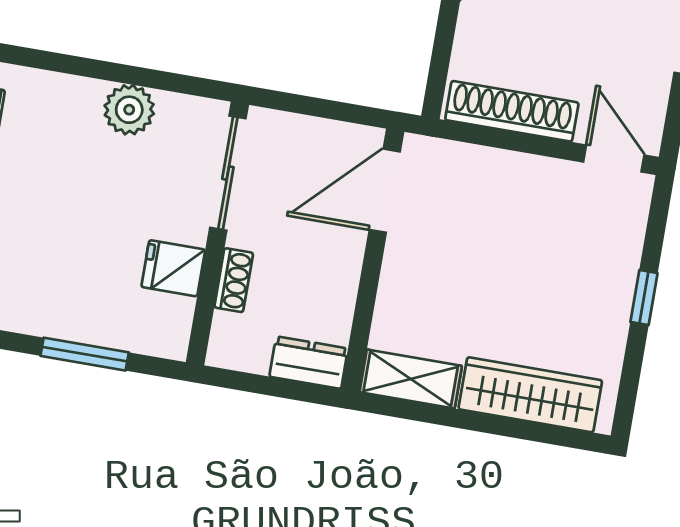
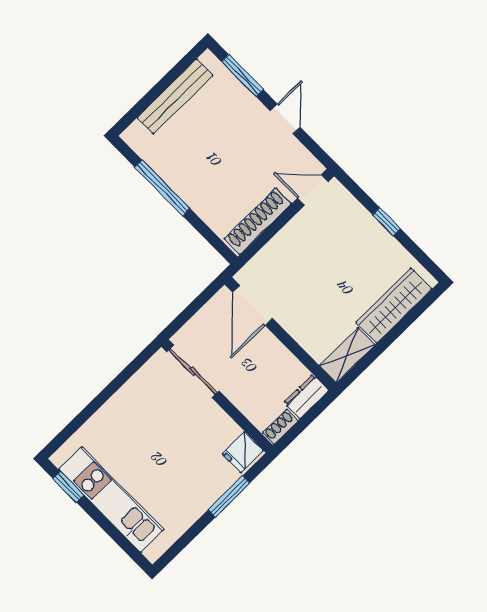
plant: (129, 110) -> (132, 396), removed
fridge: (173, 268) -> (243, 452), moved
shoe rack: (234, 280) -> (280, 427), moved, turned -90

